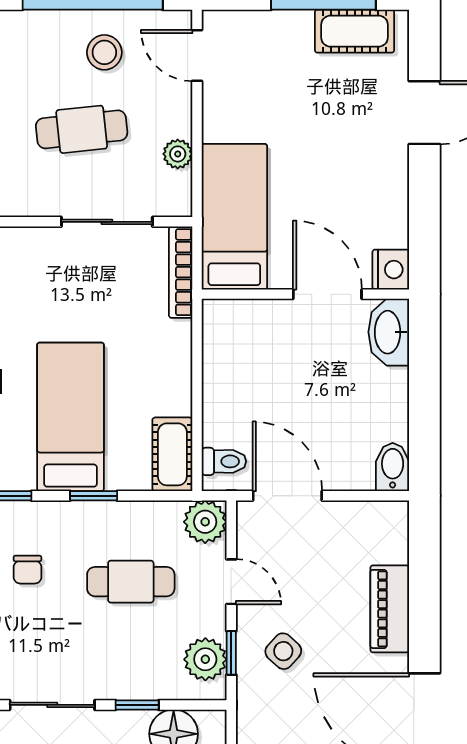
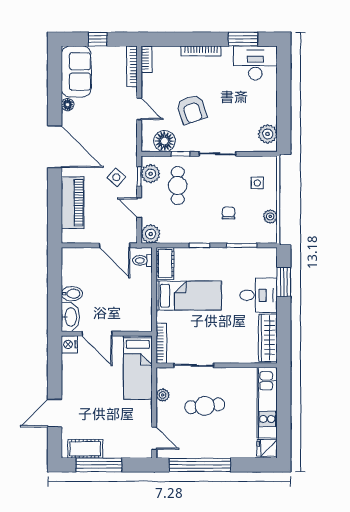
stool: (104, 52) -> (195, 439), removed
bed: (70, 417) -> (189, 296), moved, turned -90
bidet: (393, 467) -> (72, 294), moved, turned -90
cafe table: (131, 582) -> (178, 186), moved, turned 90
piano: (390, 609) -> (73, 203), width x1.37, depth x1.33

